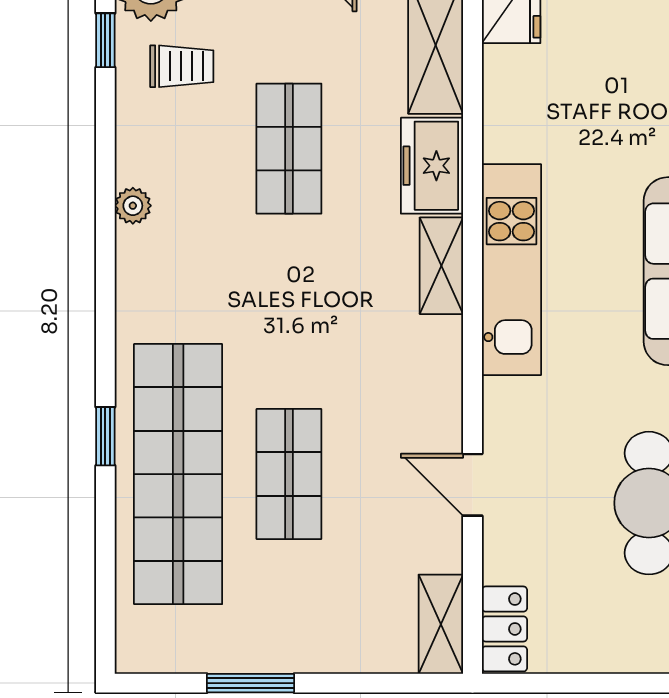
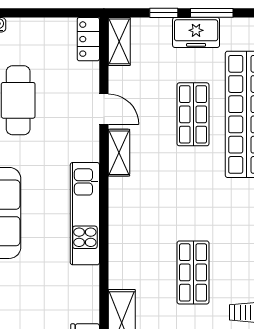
freezer: (432, 166) -> (196, 32), moved, turned 90
shelving: (441, 266) -> (119, 153), moved
window: (349, 683) -> (164, 13), added

